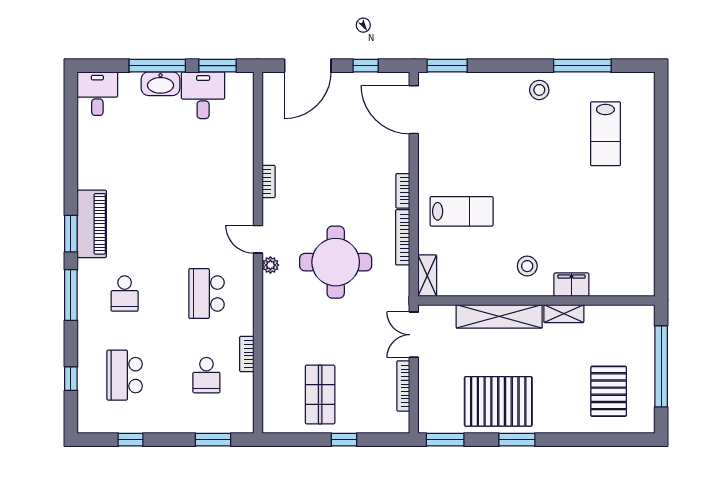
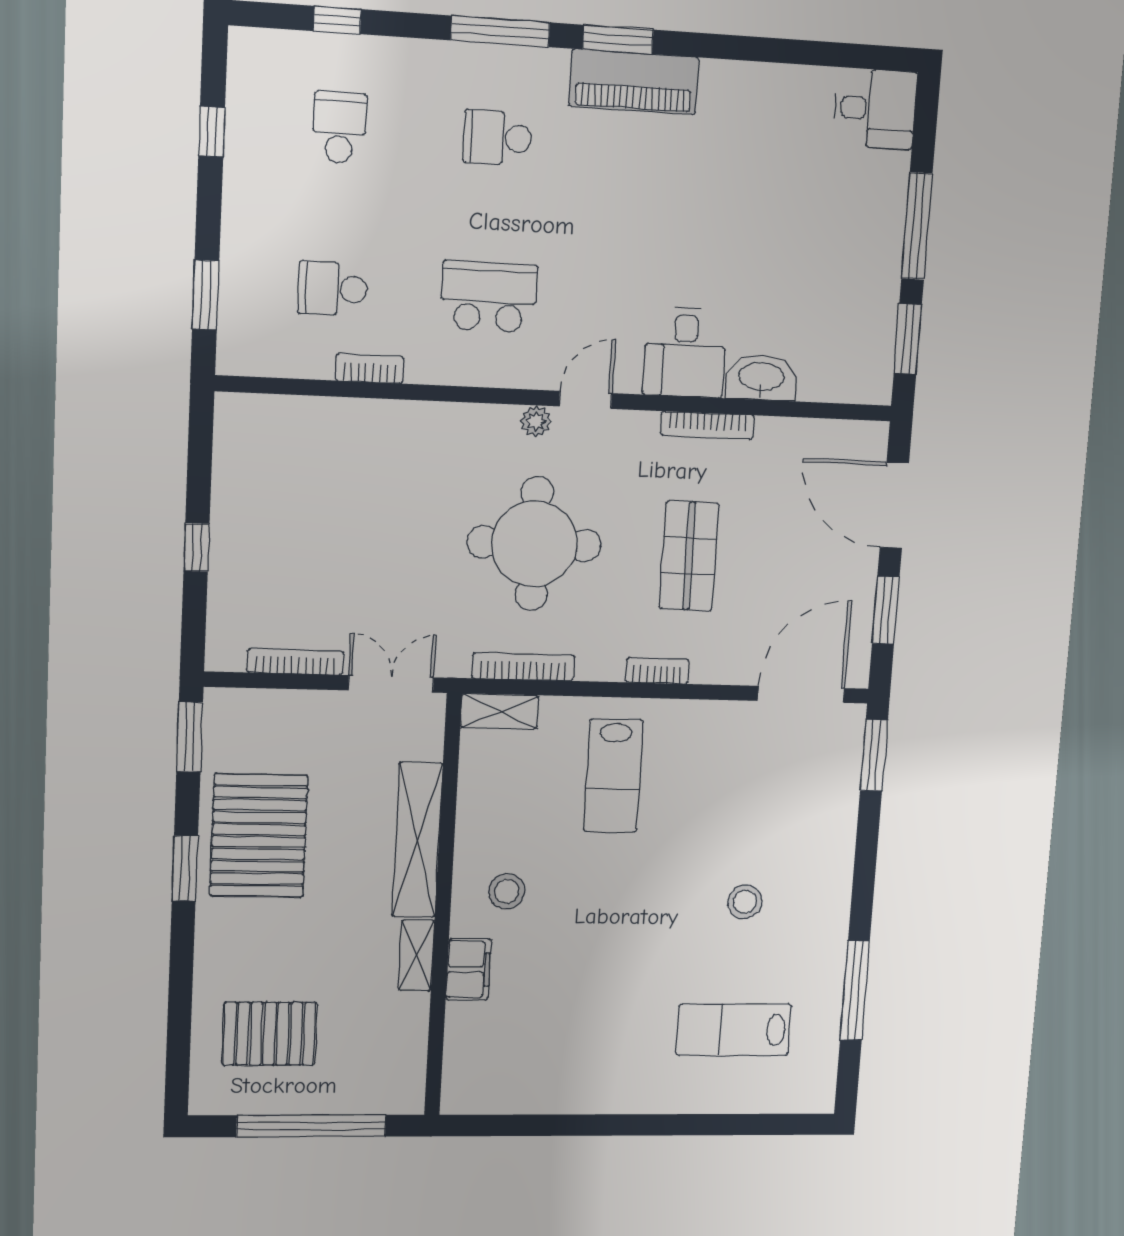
window: (366, 66) -> (886, 610), width x1.50
washbasin: (161, 84) -> (761, 378), moved, turned 90
stool: (539, 90) -> (745, 902), moved
desk: (203, 95) -> (685, 352), moved, turned 90
bookcase: (269, 181) -> (707, 425), width x1.56
bookcase: (403, 237) -> (523, 667), moved
school desk: (125, 375) -> (340, 128), width x0.54
shop shelf: (320, 395) -> (689, 556), moved, turned 90

